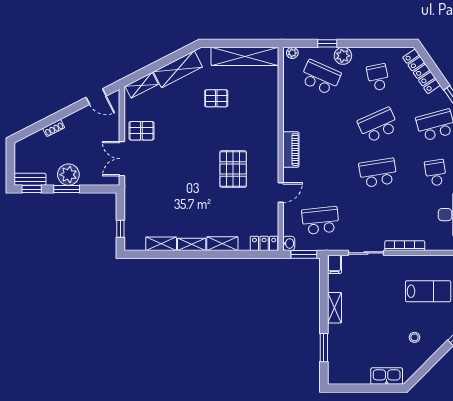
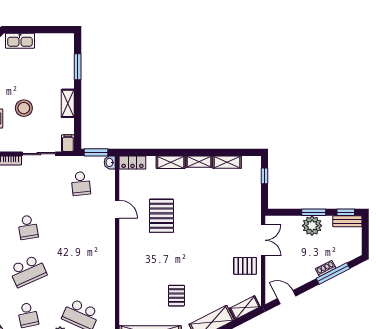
pallet: (216, 98) -> (176, 296), turned 90
window: (46, 122) -> (333, 274), added
piano: (291, 150) -> (108, 249), removed
pallet: (233, 169) -> (161, 216), moved
school desk: (378, 173) -> (28, 227), width x0.54
door: (281, 193) -> (117, 209), swing flipped
school desk: (320, 221) -> (81, 183), width x0.54
stool: (382, 303) -> (24, 108), added

